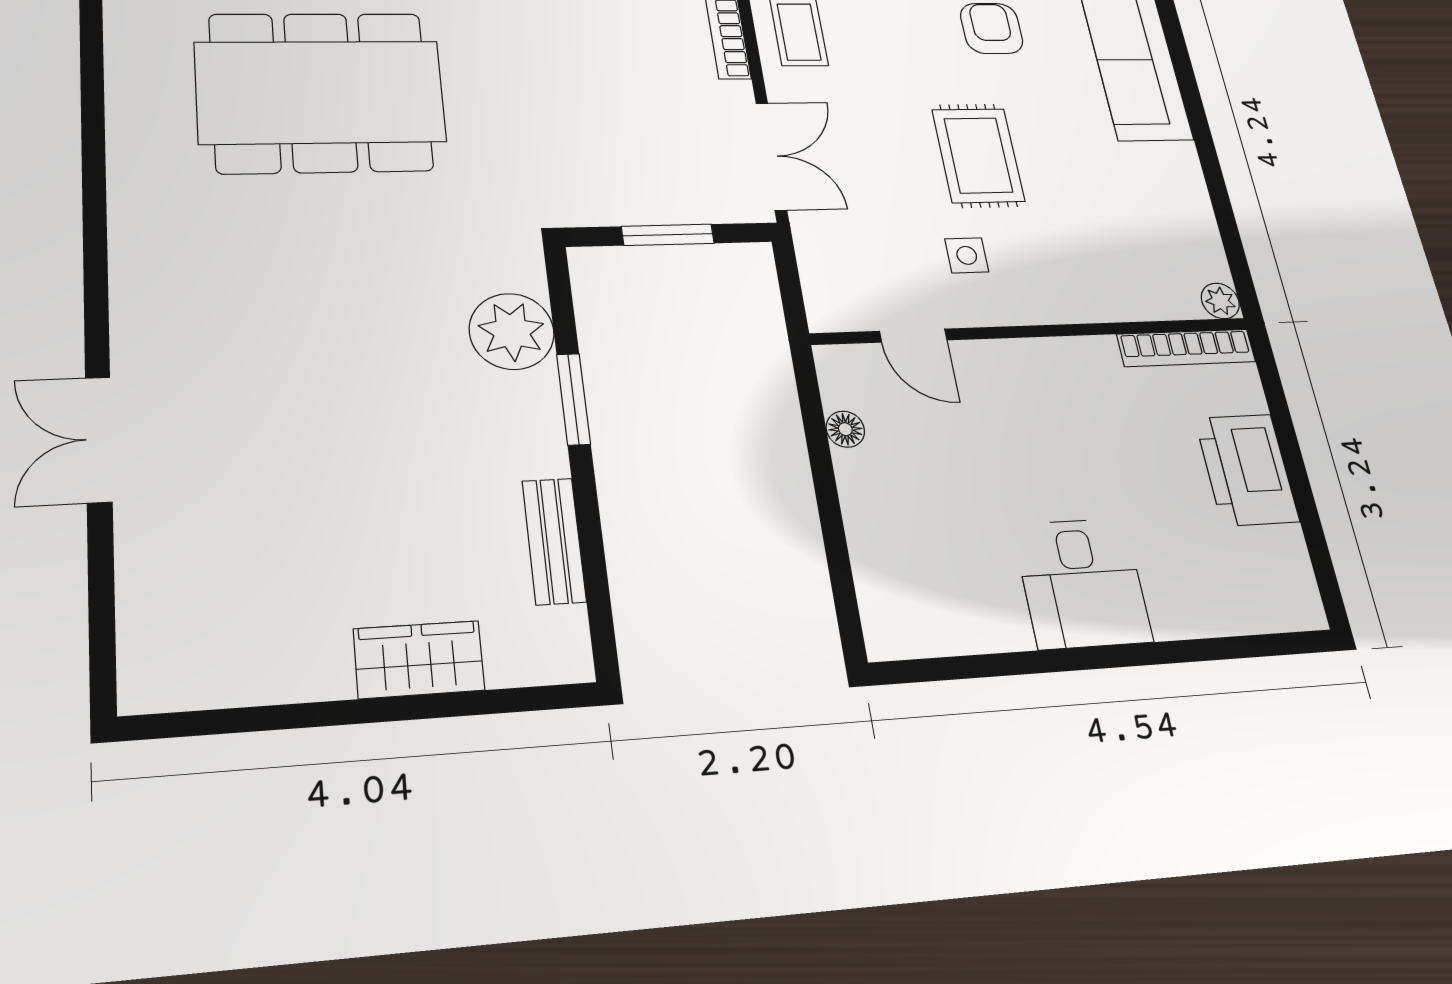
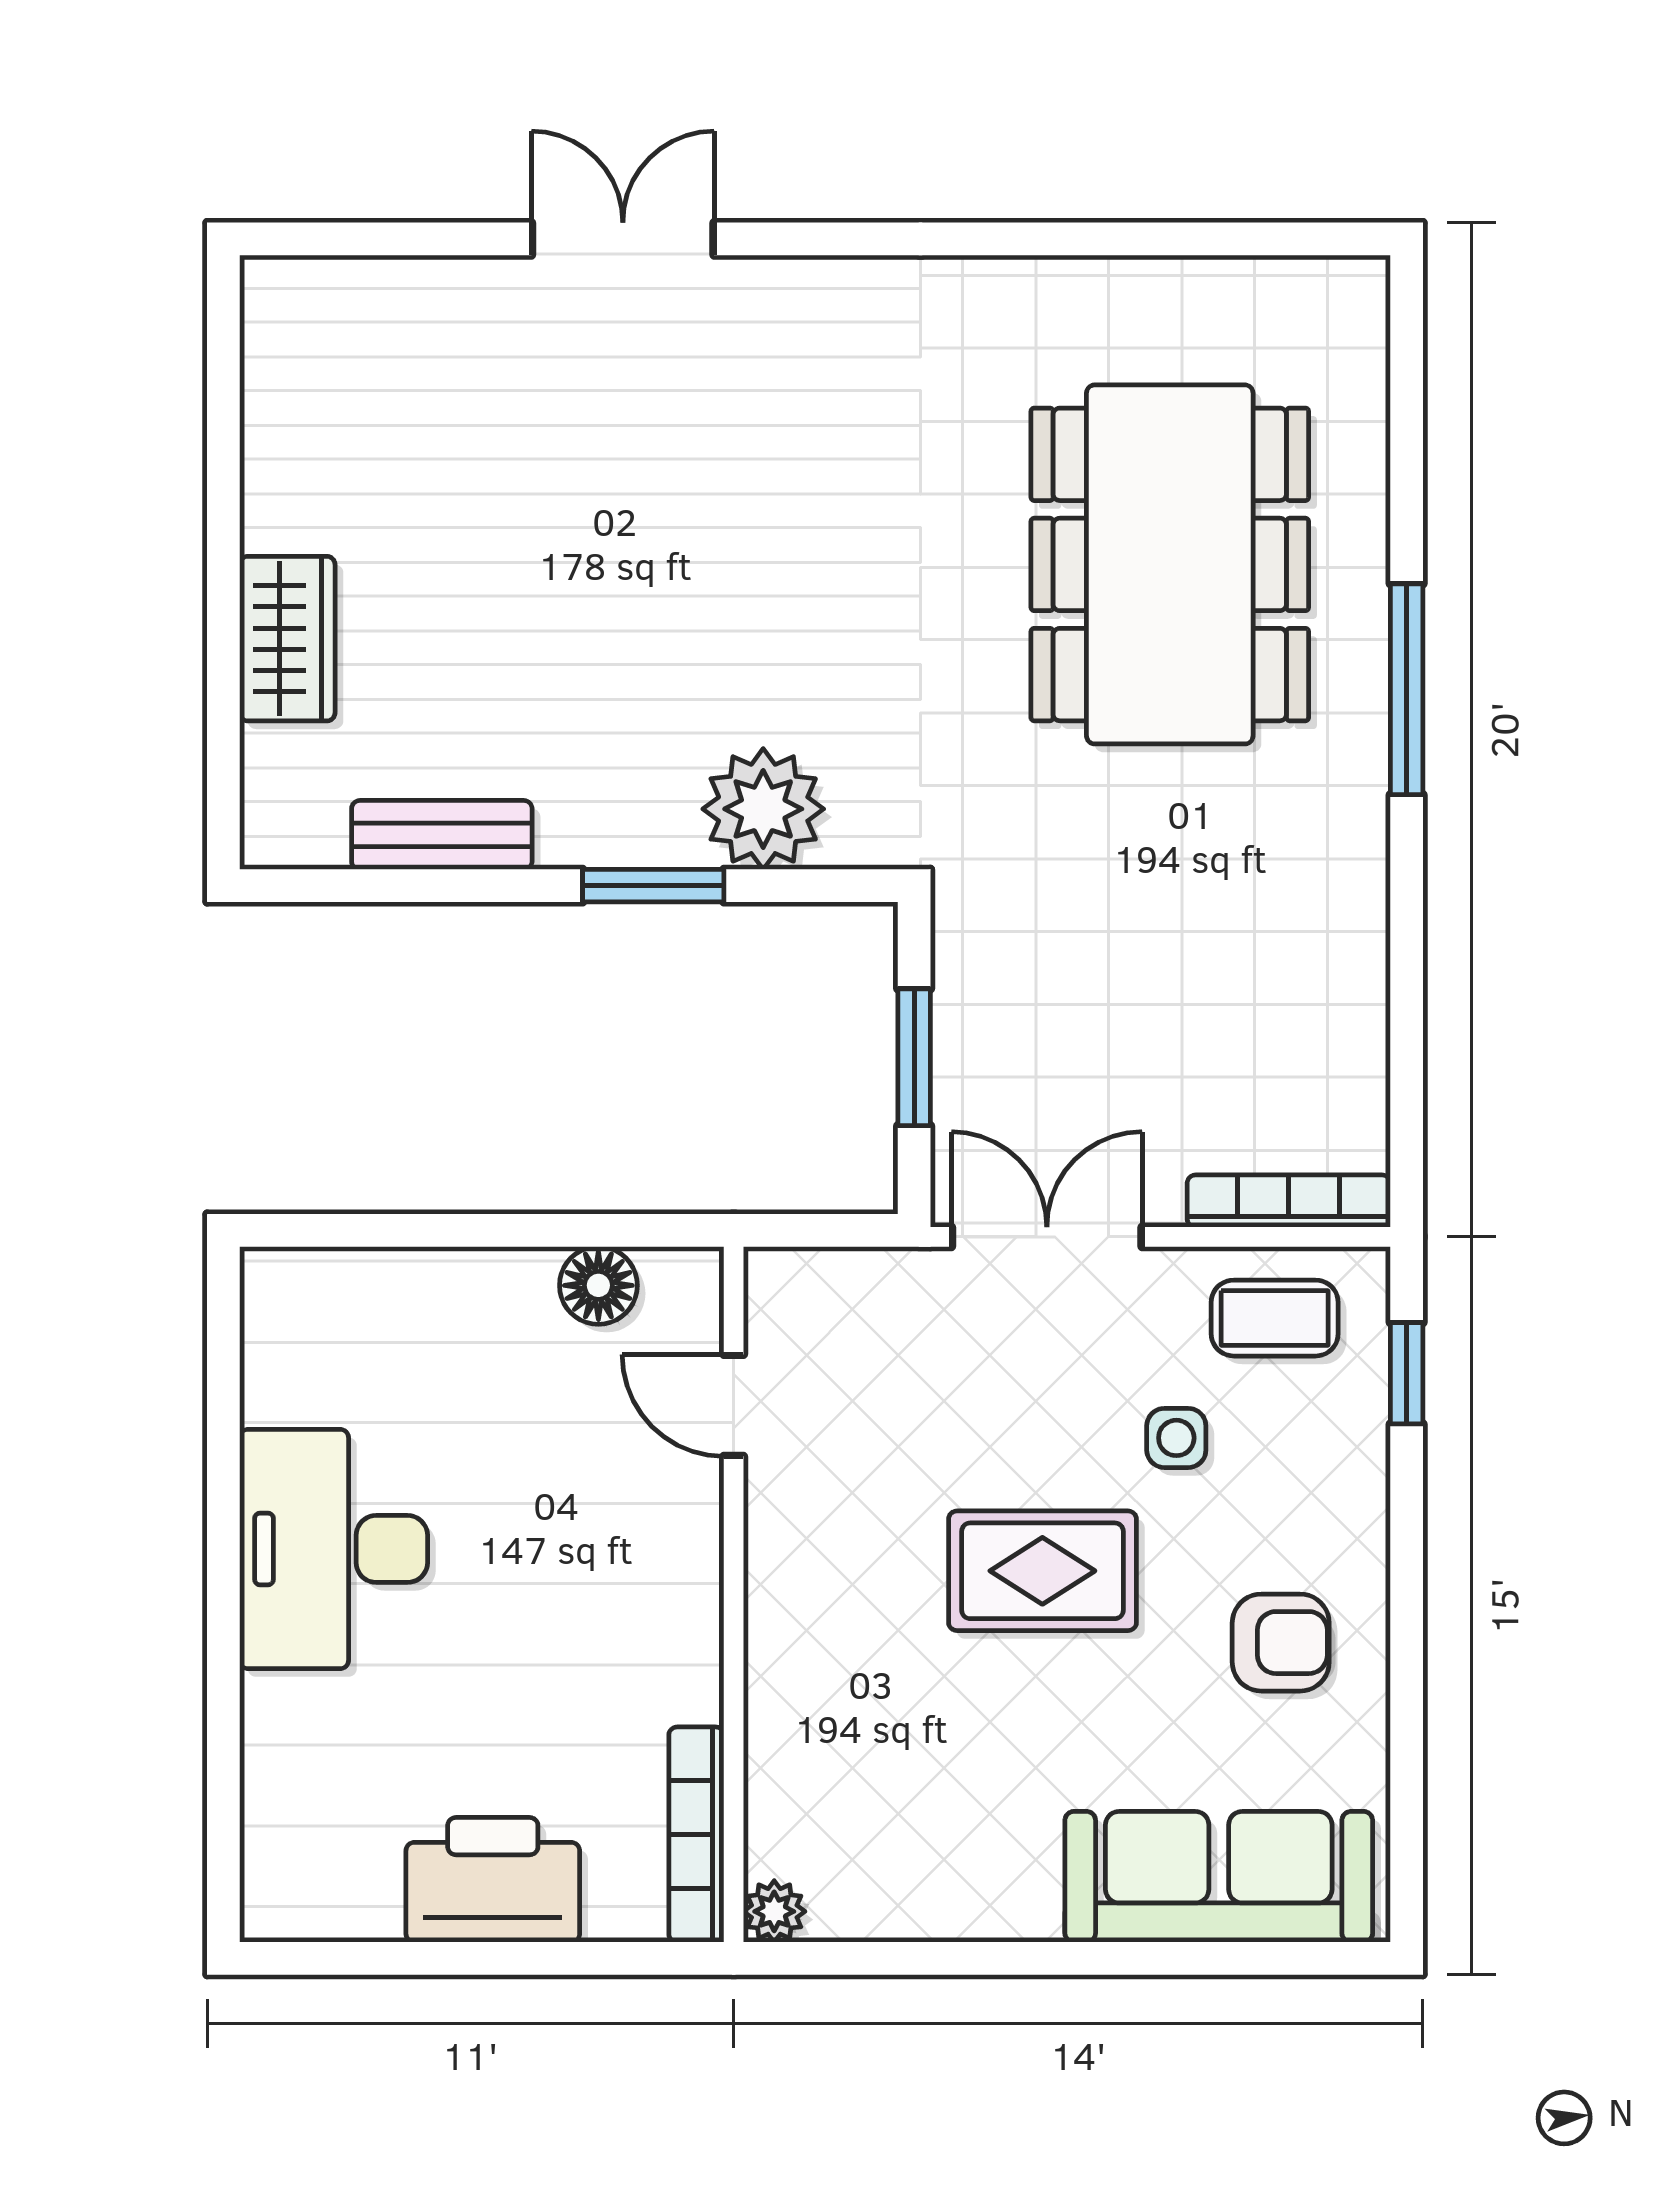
double door: (771, 156) -> (1047, 1237), swing flipped
side table: (967, 255) -> (1176, 1438), moved
door: (913, 336) -> (734, 1405), hinge flipped
floor lamp: (845, 429) -> (598, 1285), width x1.37, depth x1.37
desk: (1082, 583) -> (334, 1549), width x1.37

